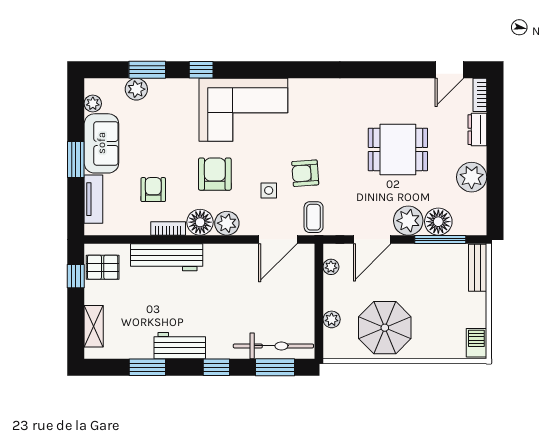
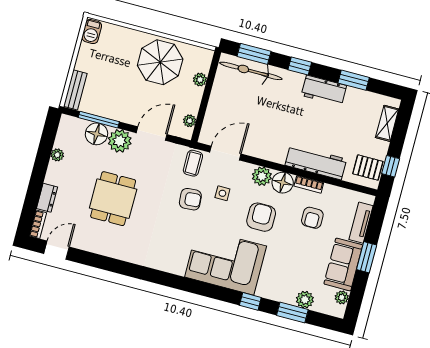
dining table: (398, 149) -> (113, 199), turned 90
armchair: (215, 174) -> (261, 217), turned 180
plant: (472, 177) -> (57, 155), width x0.53, depth x0.53

